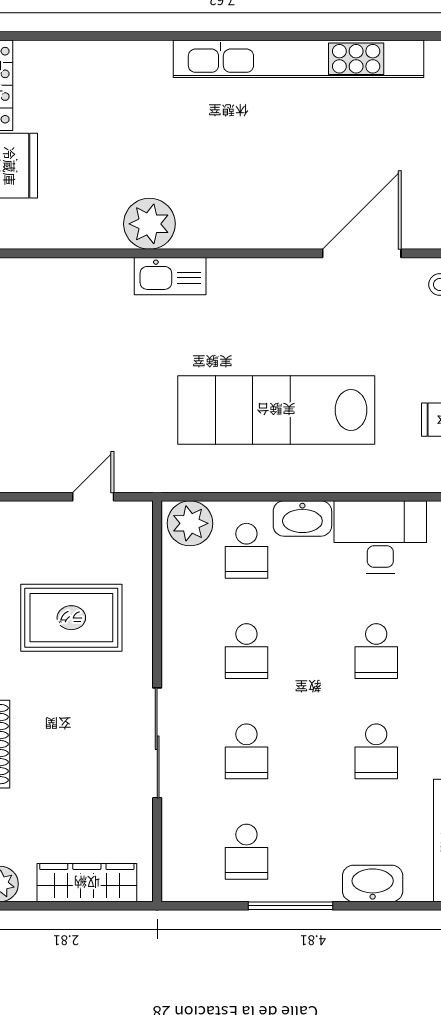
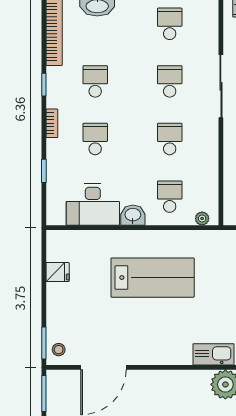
lab bench: (276, 410) -> (153, 278), width x0.73
washbasin: (302, 518) -> (133, 215), width x0.72
plant: (190, 523) -> (202, 218), width x0.53, depth x0.53

